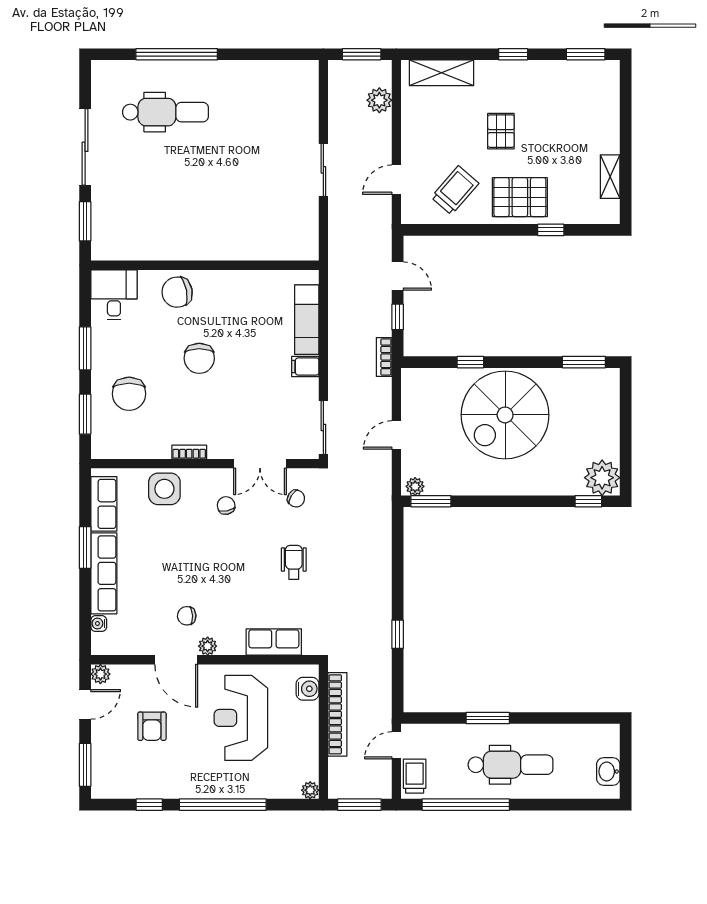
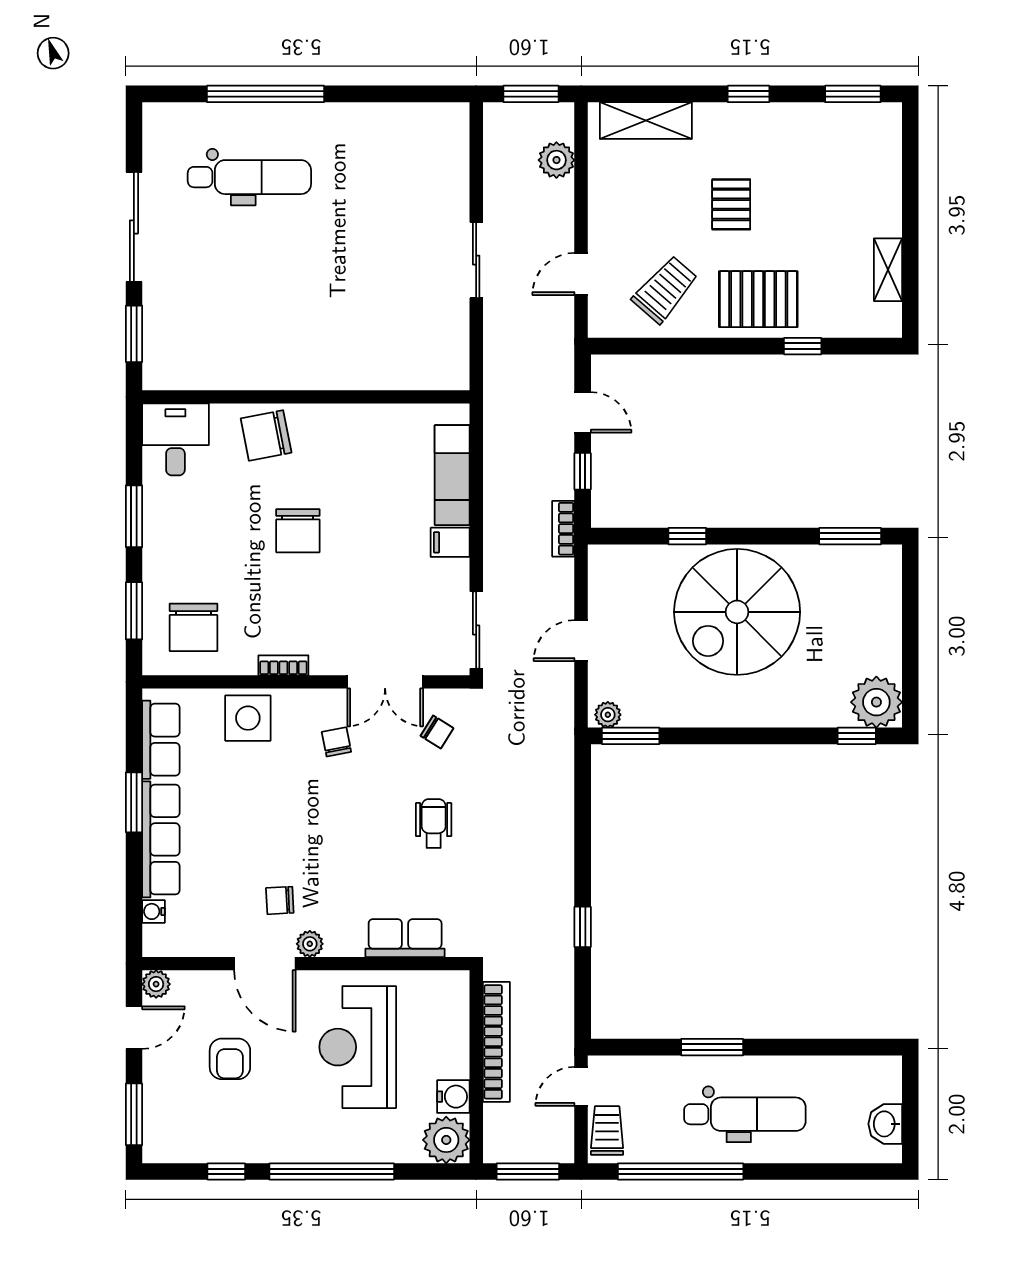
chair: (129, 394) -> (193, 627), moved
water cooler: (307, 689) -> (453, 1097), moved
plant: (310, 790) -> (446, 1140), width x1.88, depth x1.88

